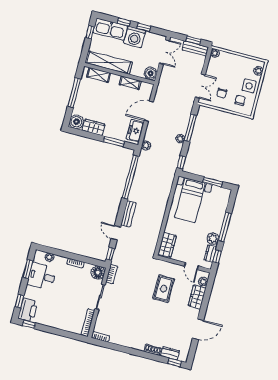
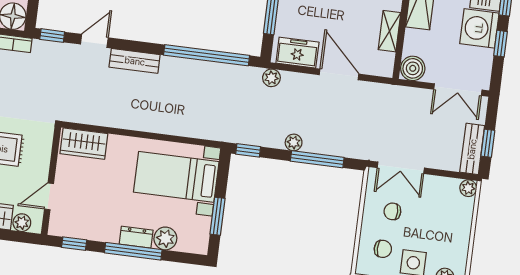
plant: (213, 239) -> (165, 238), moved
dresser: (210, 253) -> (136, 237), moved

